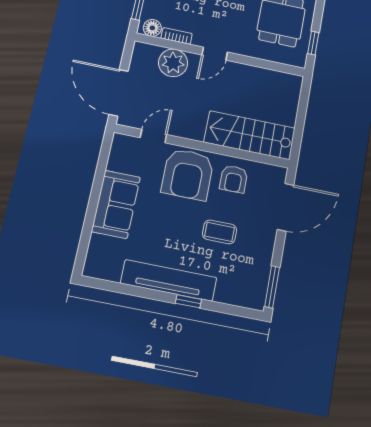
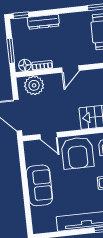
plant: (173, 63) -> (34, 85), moved
door: (153, 136) -> (49, 136), swing flipped

